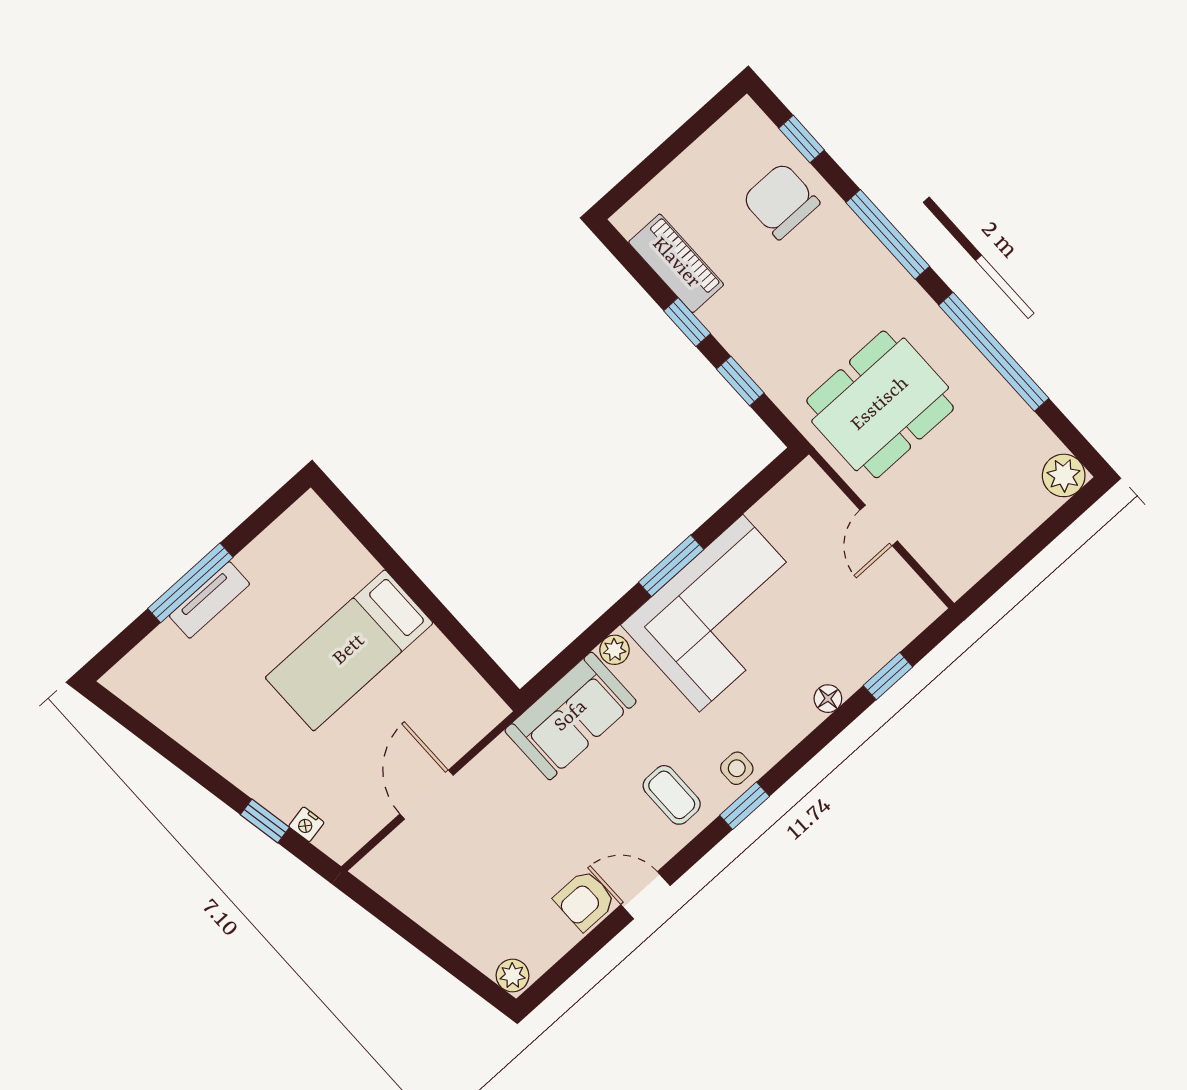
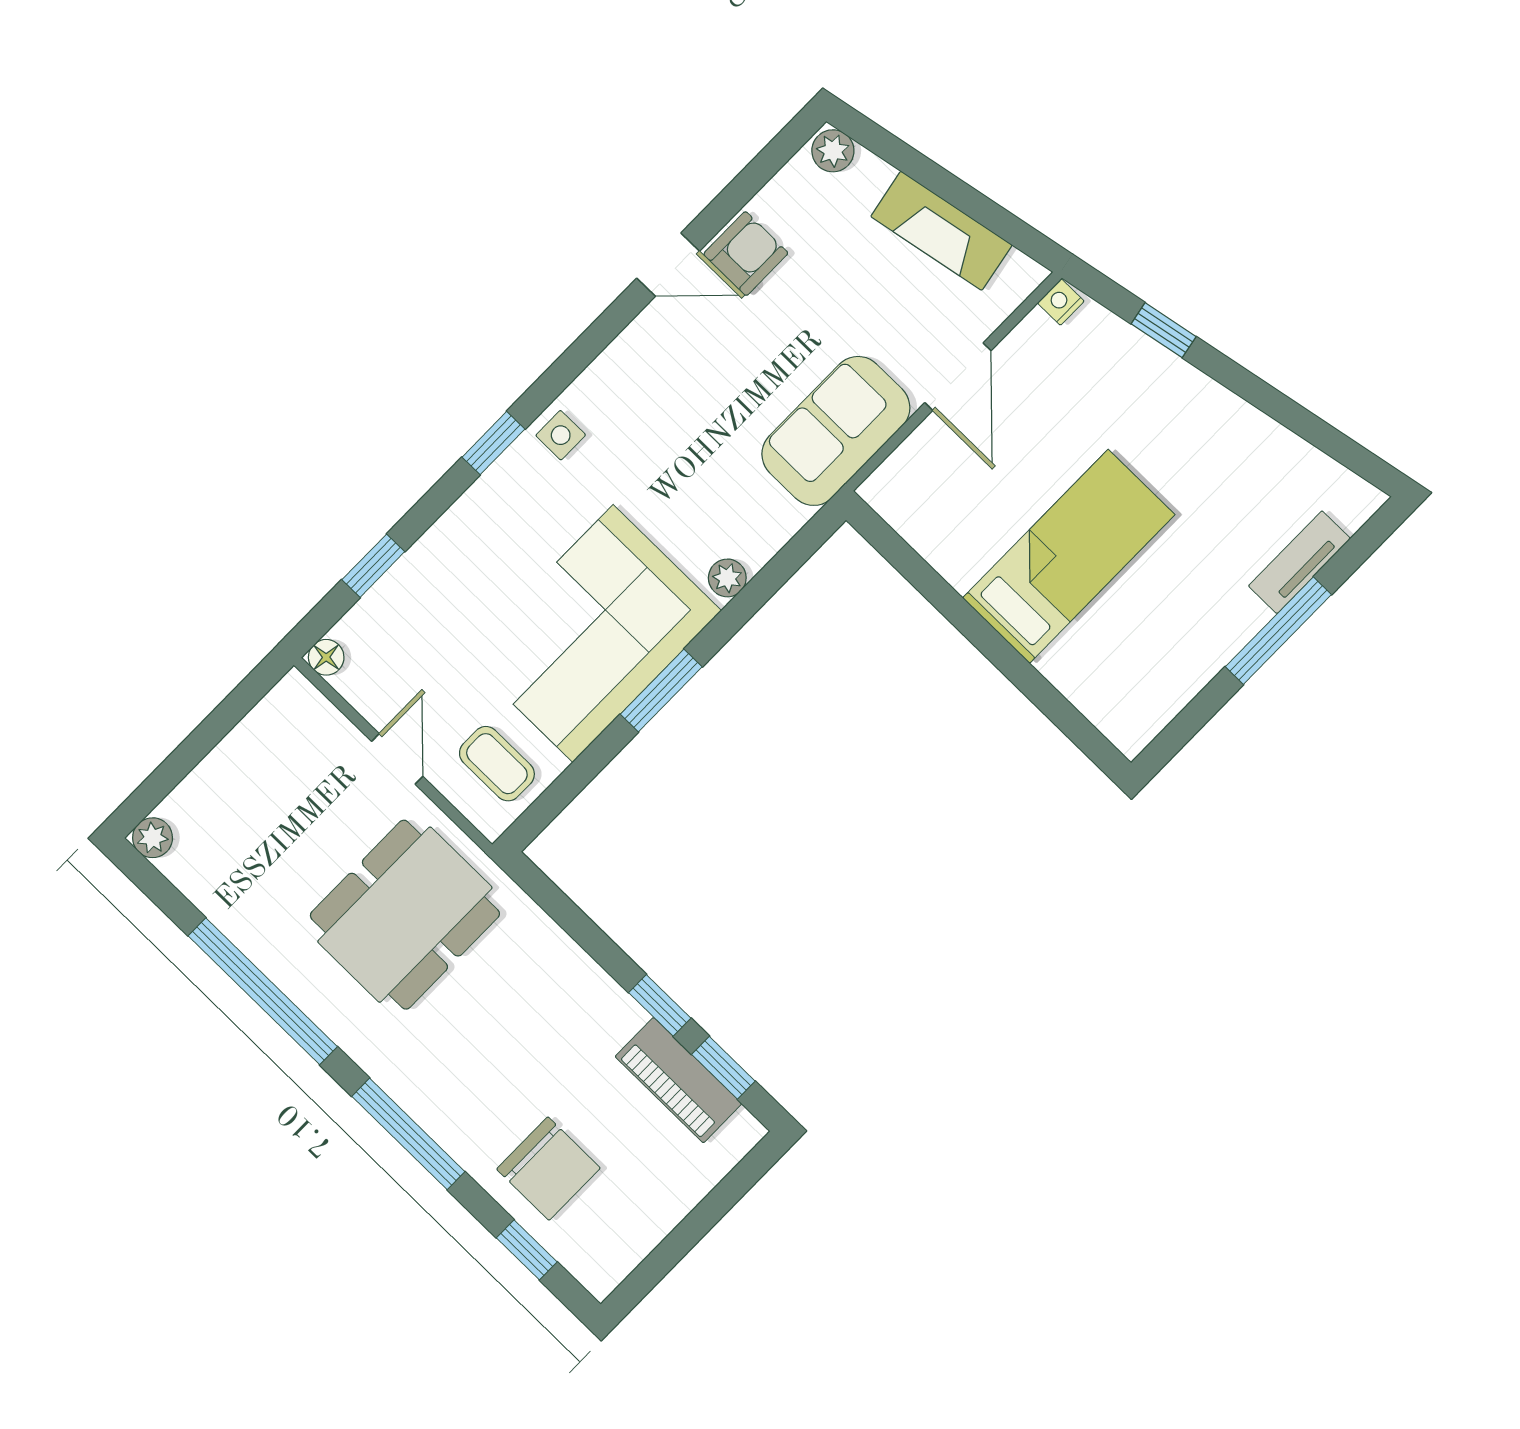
window: (740, 381) -> (723, 1068), moved
plant: (1064, 475) -> (153, 838), width x0.73, depth x0.73
tv unit: (209, 600) -> (1299, 562), moved
floor lamp: (828, 699) -> (326, 657), moved
sofa: (571, 716) -> (836, 431), moved
coffee table: (672, 795) -> (497, 764), moved
window: (745, 806) -> (493, 443), moved
nightstand: (306, 824) -> (1061, 302), moved, turned -79
fireplace: (432, 909) -> (941, 231), added

